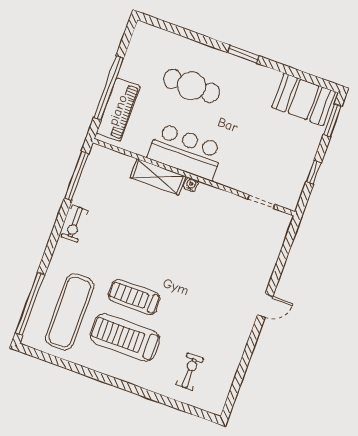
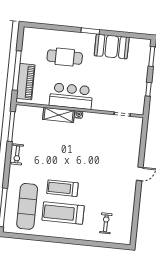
booth: (304, 99) -> (112, 46), moved

